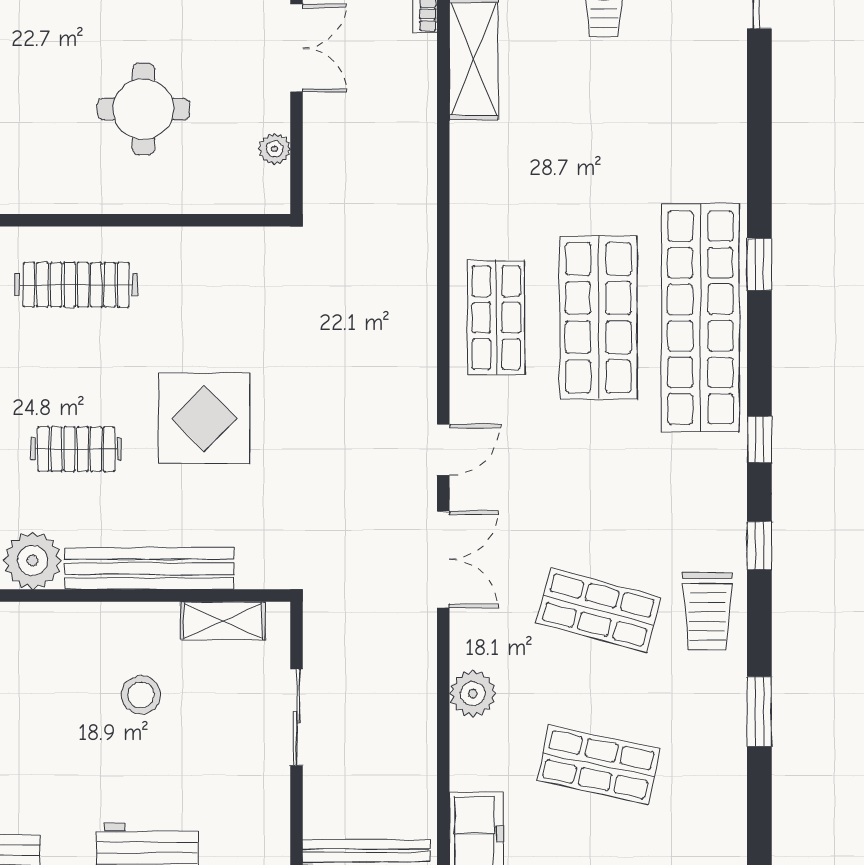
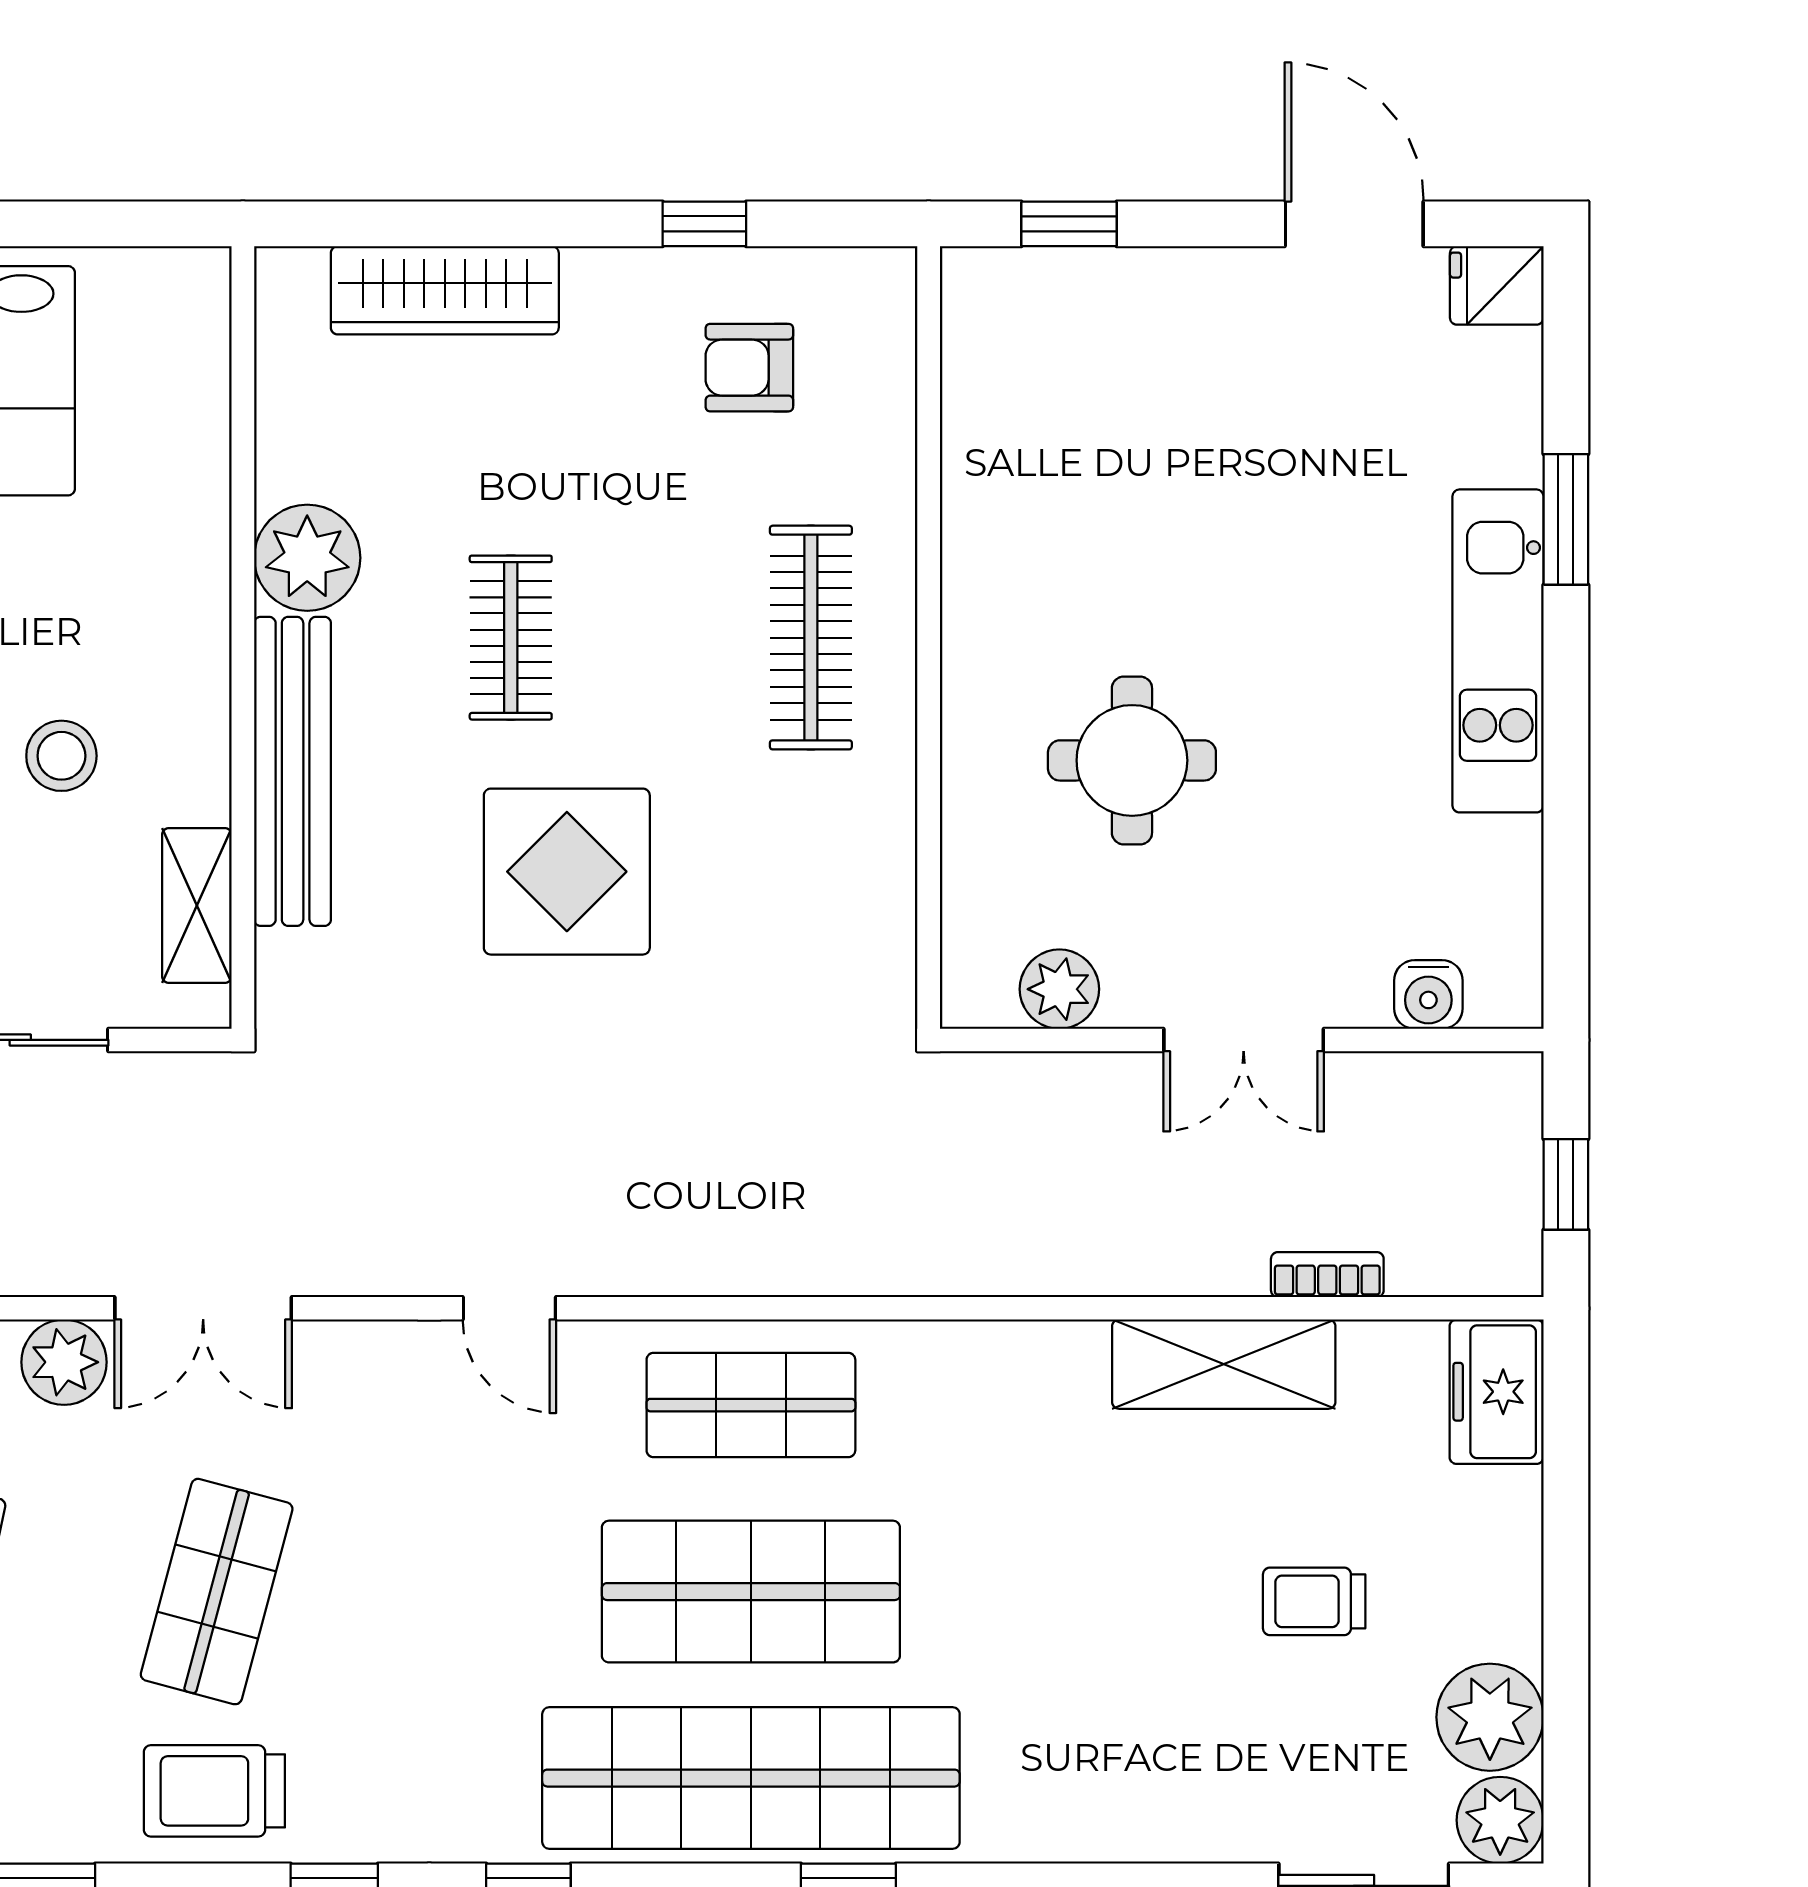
plant: (275, 149) -> (1059, 989), width x1.38, depth x1.38
double door: (443, 559) -> (203, 1308), moved

